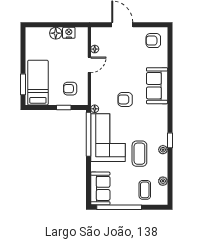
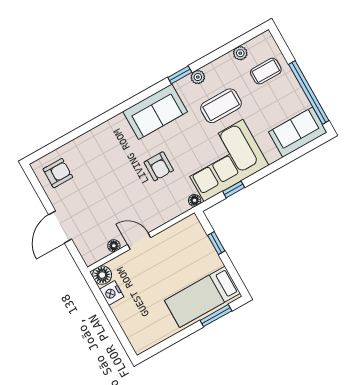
floor lamp: (56, 33) -> (102, 275), moved
armchair: (153, 41) -> (58, 173), turned -90
sofa: (157, 86) -> (155, 112), moved
armchair: (70, 89) -> (186, 249), removed
window: (88, 134) -> (234, 189), width x0.32

